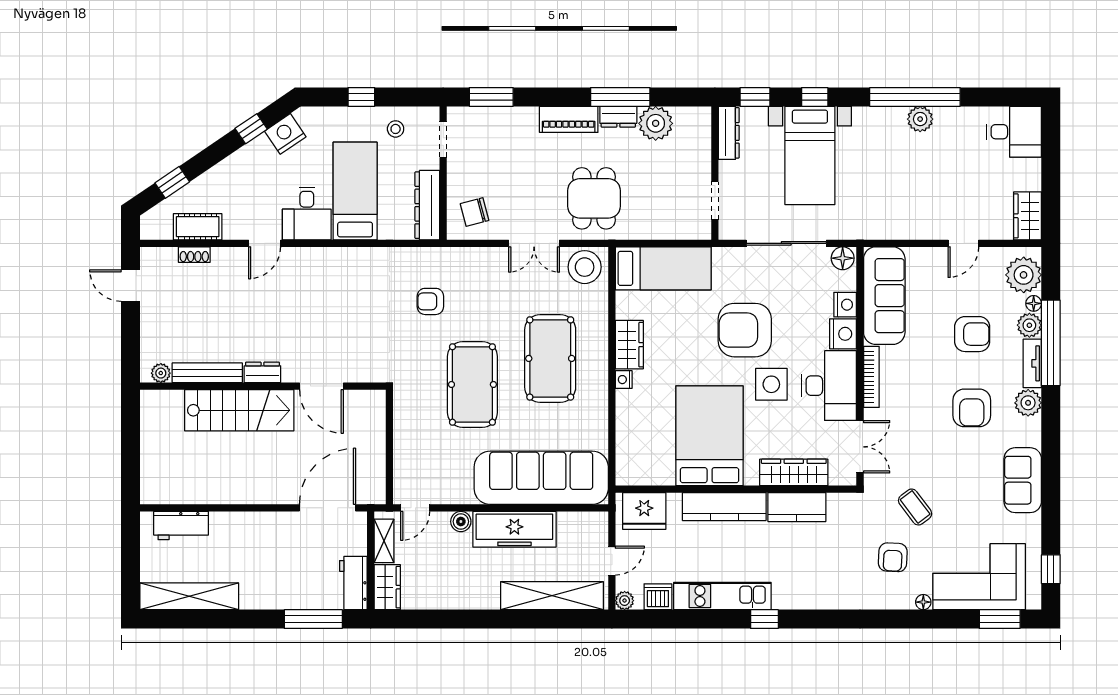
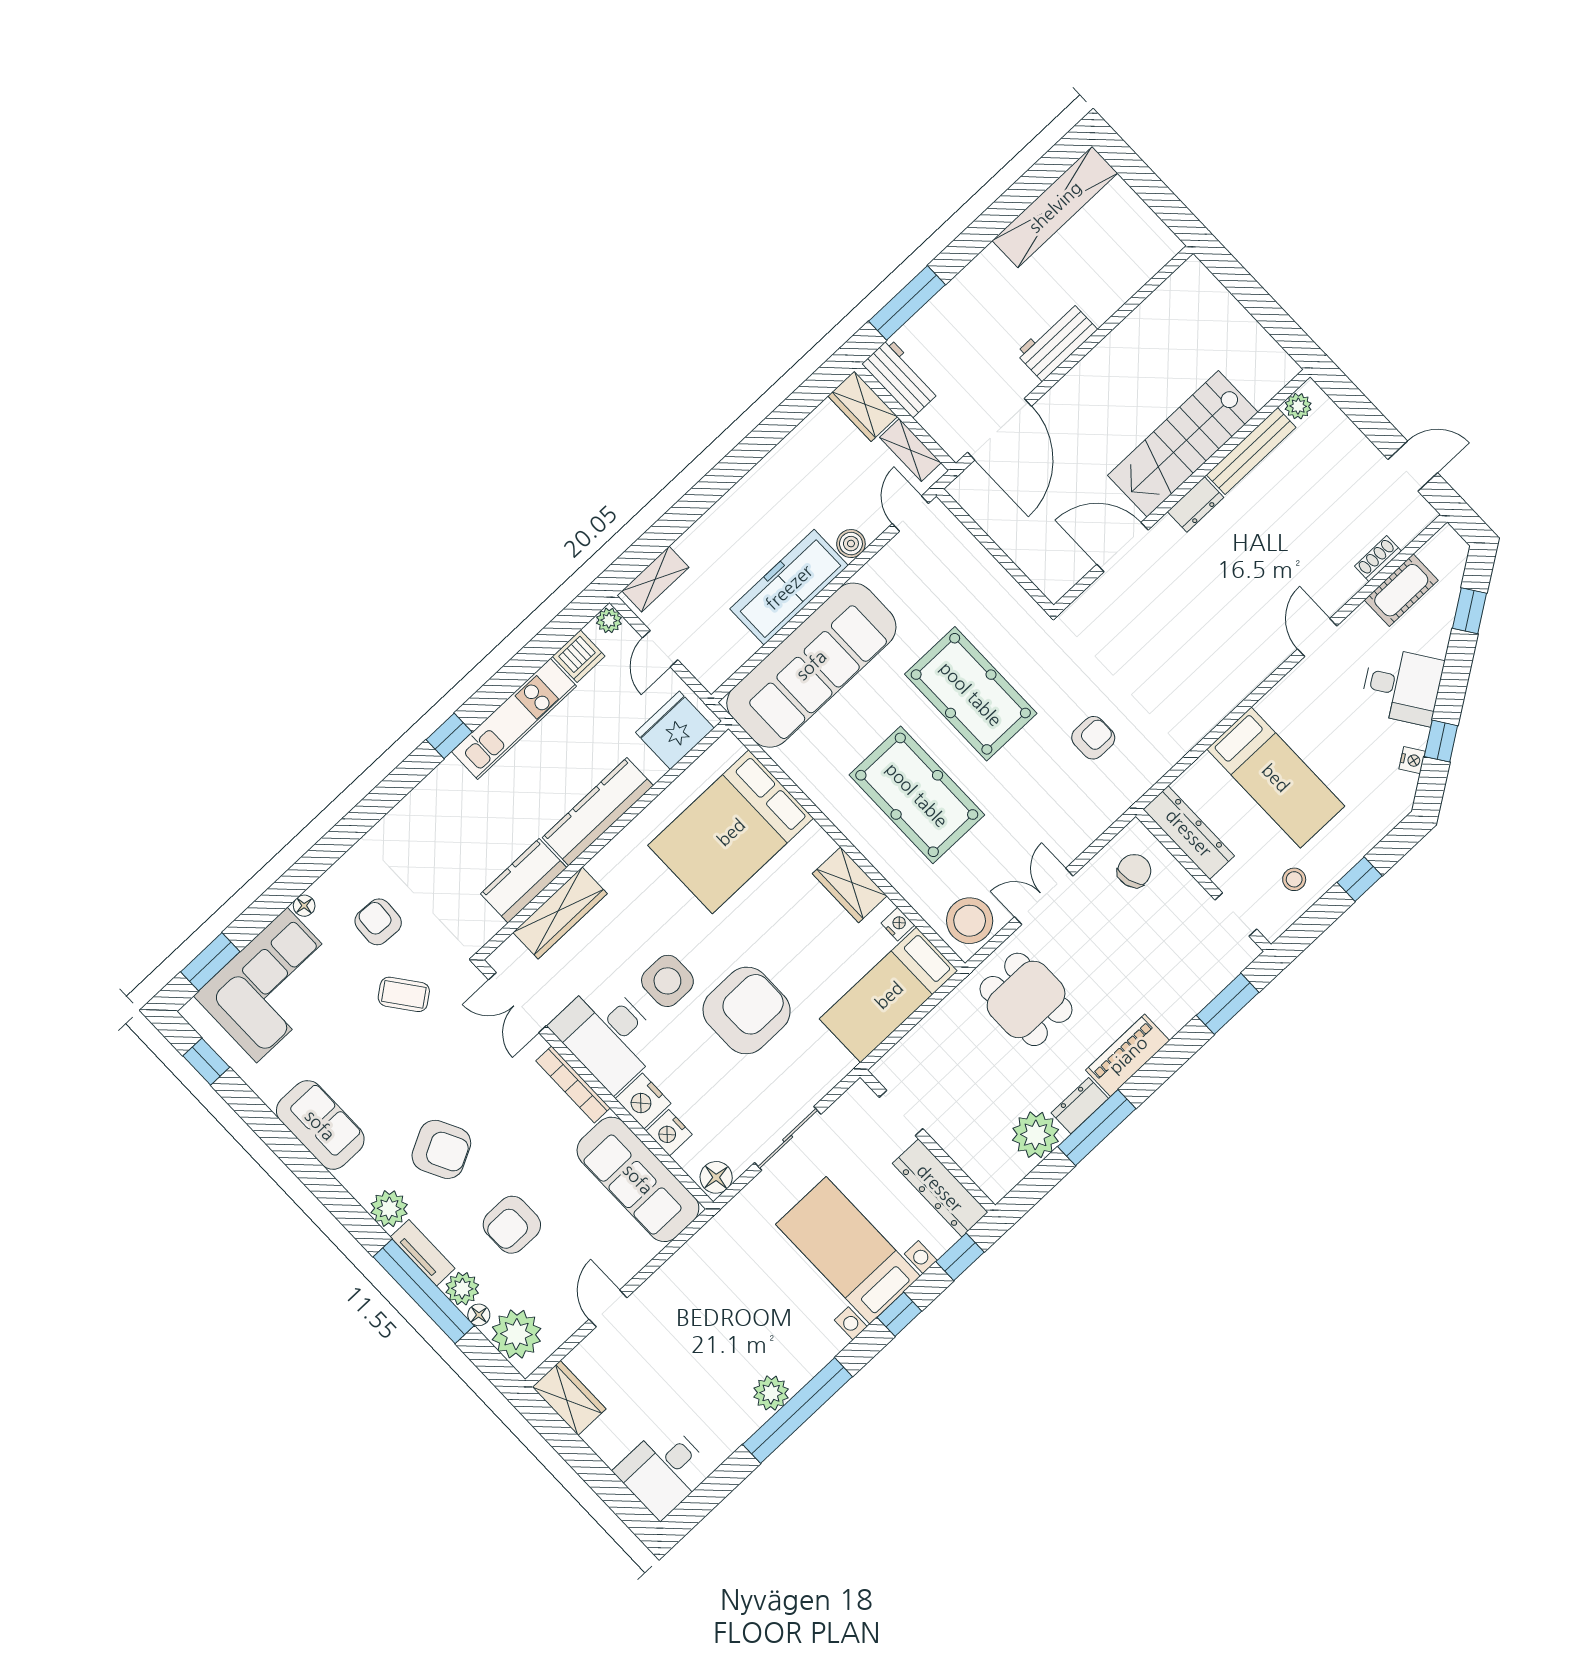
dresser: (729, 133) -> (940, 1188), width x1.37, depth x1.24
nightstand: (285, 134) -> (1412, 760), width x0.53, depth x0.56
desk: (307, 213) -> (1402, 686), moved, turned 146
sliding door: (786, 243) -> (788, 1138), width x0.73
nightstand: (624, 380) -> (898, 924), moved
armchair: (972, 408) -> (441, 1149), turned 153
bed: (710, 436) -> (731, 832), moved, turned 90
workbench: (181, 526) -> (1057, 341), moved
shelving: (552, 596) -> (655, 579), width x0.45, depth x0.75

